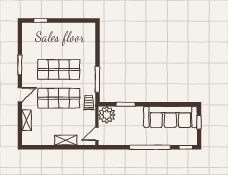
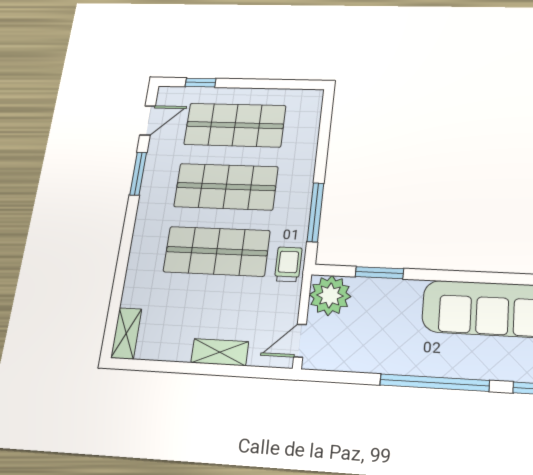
shop shelf: (59, 41) -> (235, 125), added
door: (20, 95) -> (148, 120), moved
shelving: (27, 120) -> (126, 333), moved

